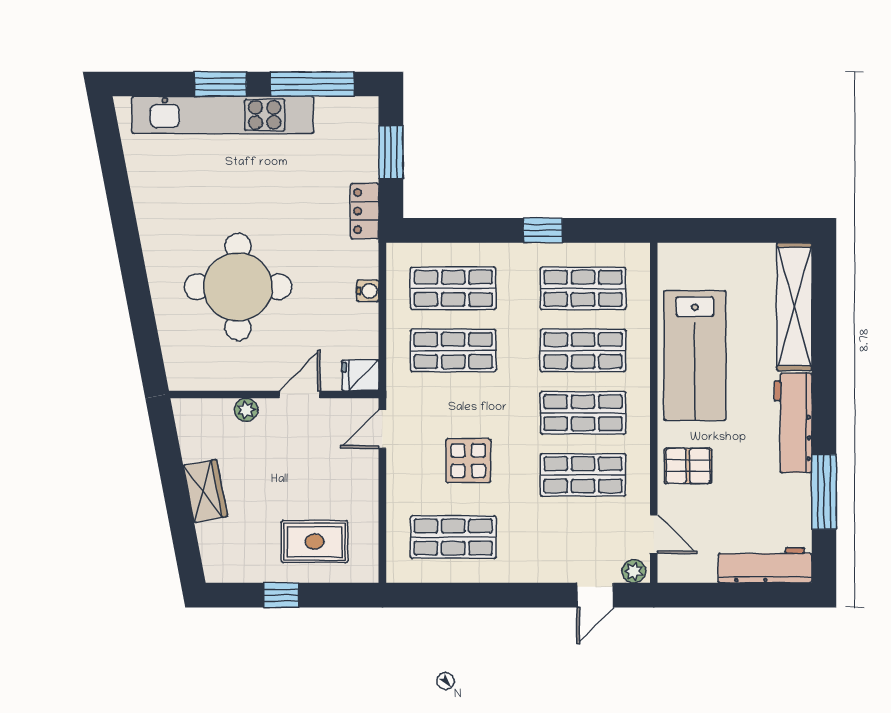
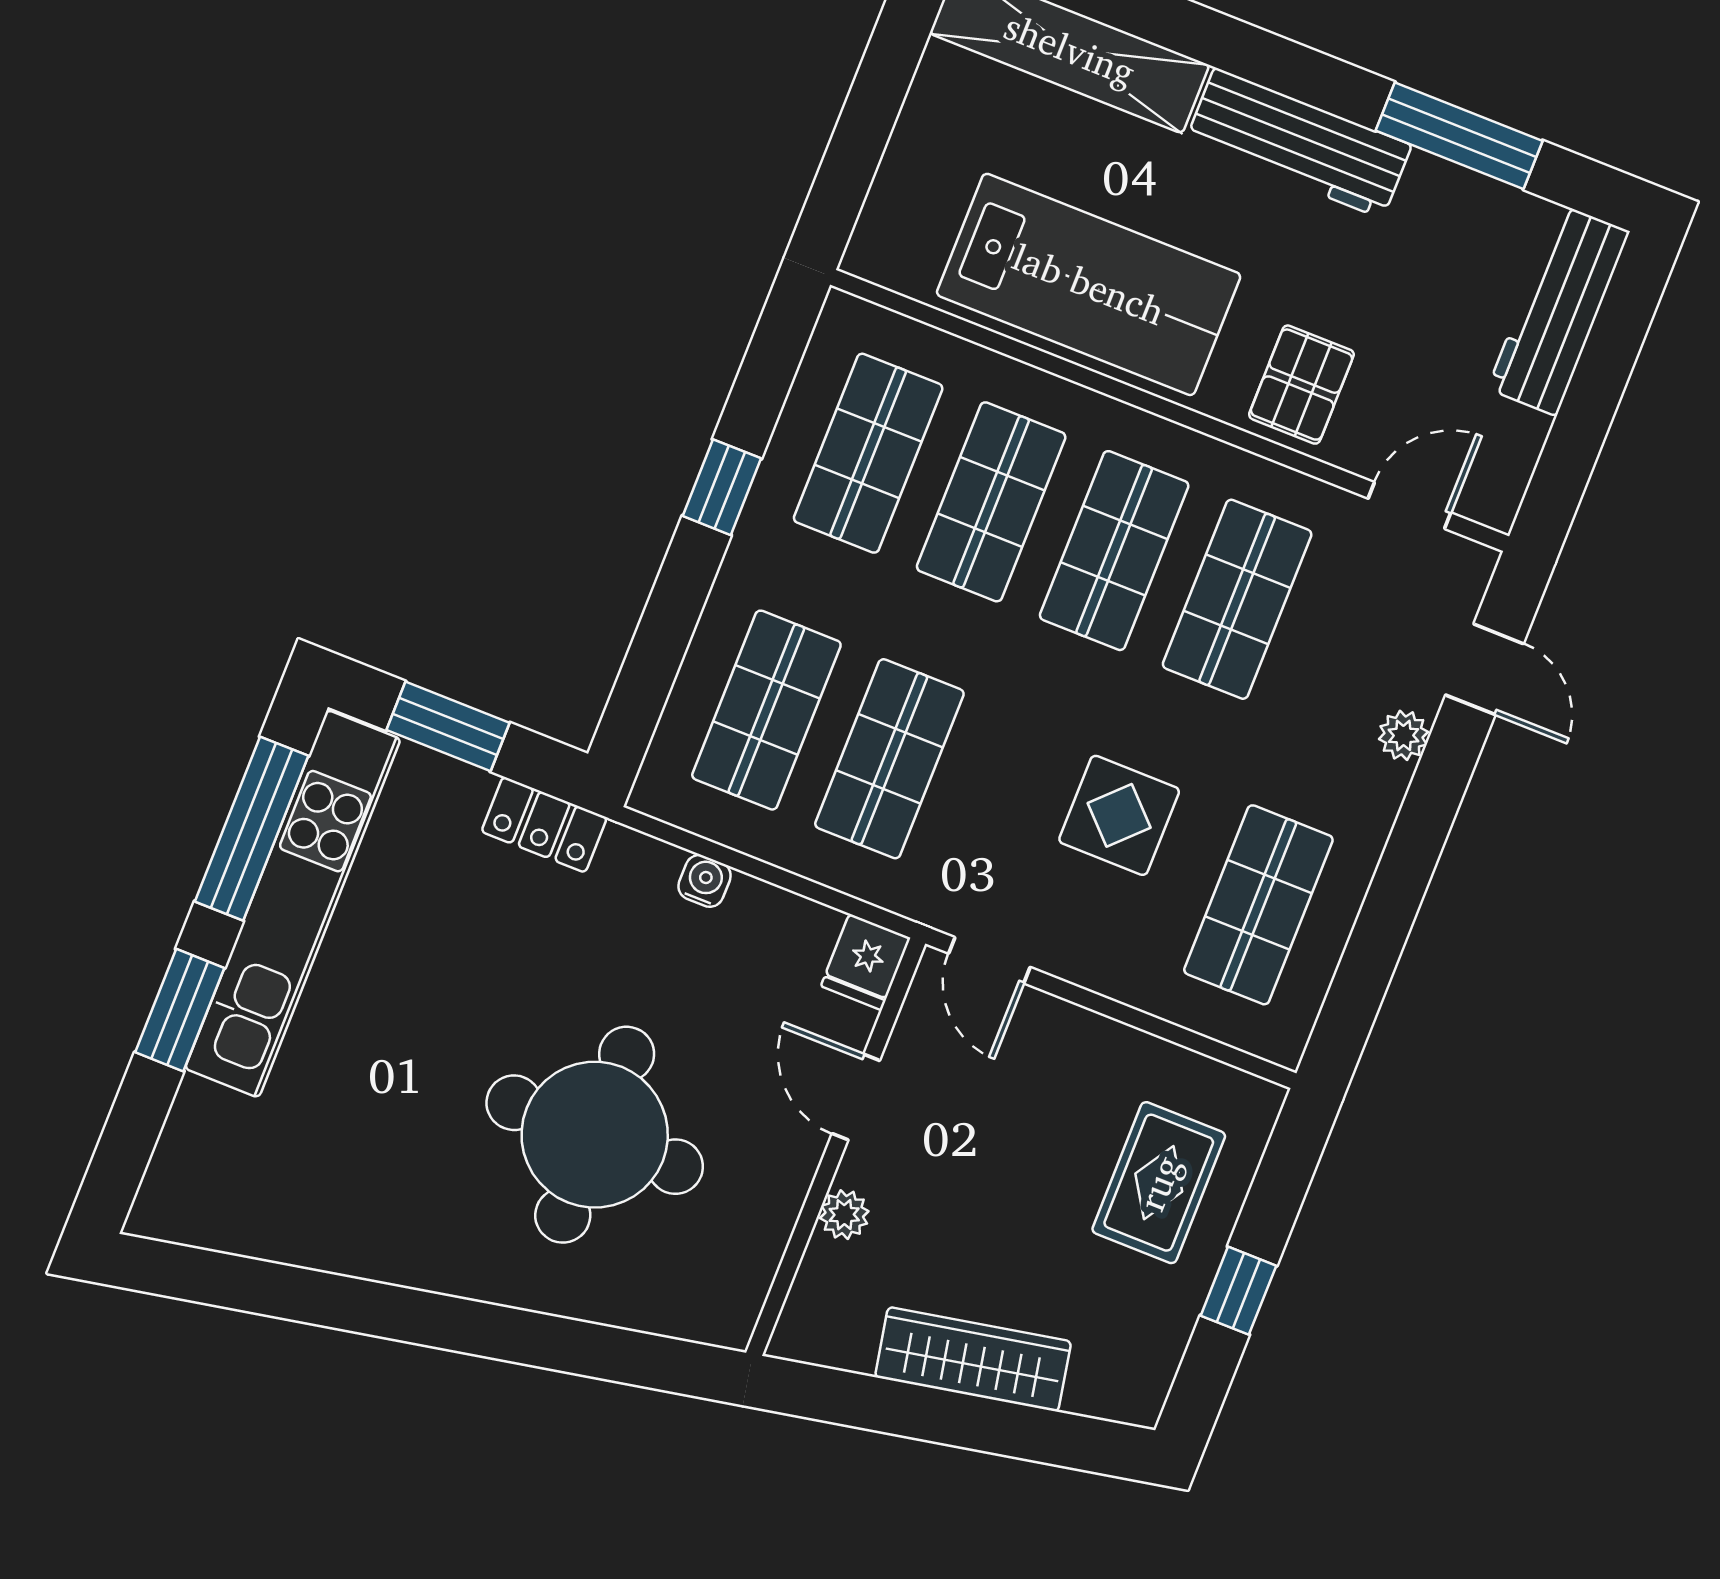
kitchen unit: (223, 115) -> (293, 904), moved
wardrobe: (205, 491) -> (973, 1359), width x1.50
plant: (634, 571) -> (1404, 735), moved

